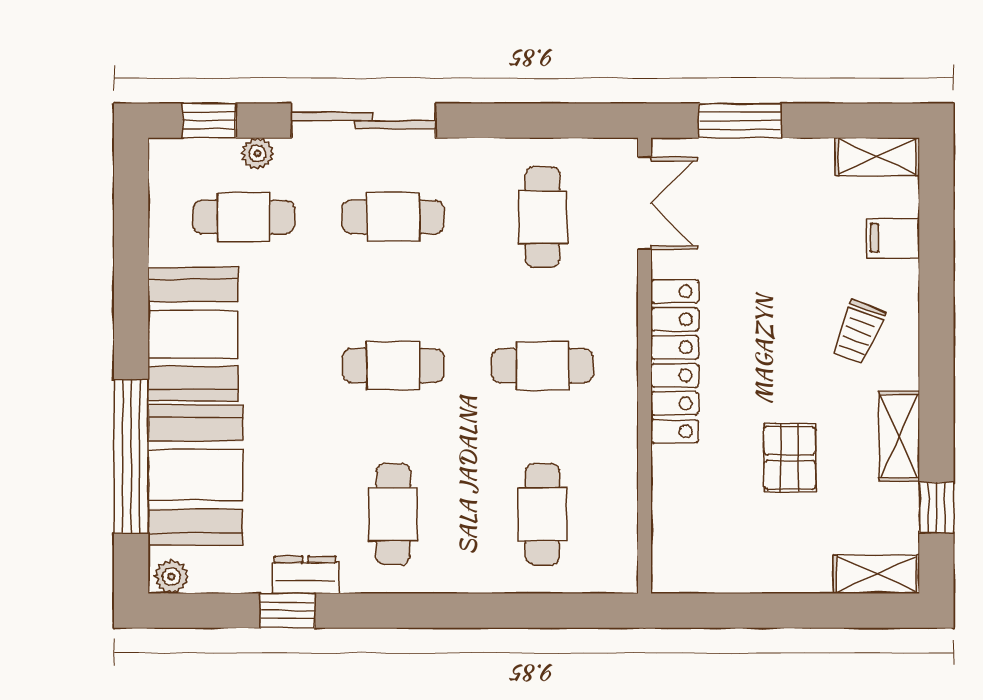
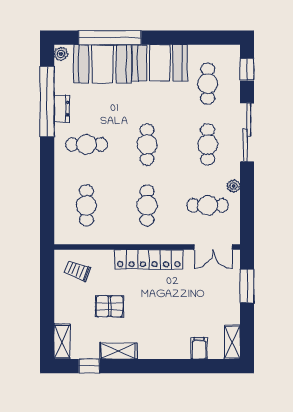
plant: (257, 153) -> (234, 186), moved
trolley: (858, 332) -> (78, 271), moved
cafe table: (542, 514) -> (86, 205), turned 90
window: (288, 611) -> (47, 101), width x3.17

